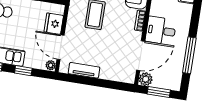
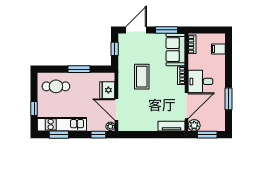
window: (189, 55) -> (229, 99), width x0.69
tv unit: (84, 70) -> (172, 126), moved
window: (23, 71) -> (98, 135), moved

